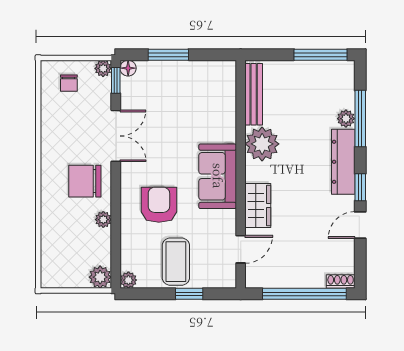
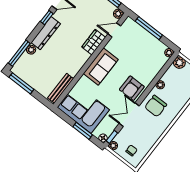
corner sofa: (194, 90) -> (83, 108), added
window: (360, 119) -> (19, 53), moved
plant: (262, 144) -> (118, 14), moved, width x0.53, depth x0.53
chair: (85, 181) -> (156, 106), turned 90
armchair: (159, 205) -> (132, 88), moved
coffee table: (176, 262) -> (144, 45), removed
window: (189, 294) -> (149, 28), width x2.17

